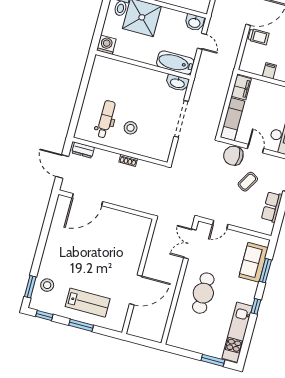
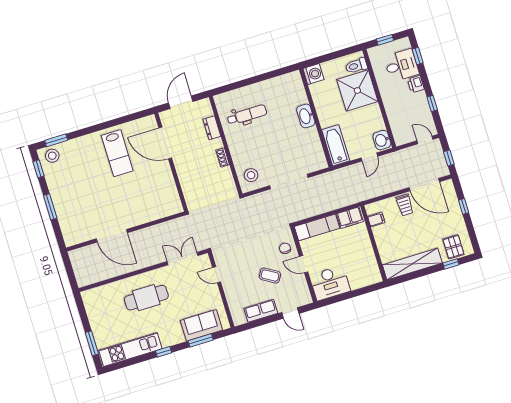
filing cabinet: (269, 71) -> (376, 219), moved
washbasin: (177, 83) -> (306, 116), moved
stool: (131, 128) -> (251, 175), moved
door: (256, 149) -> (304, 264), swing flipped
dresser: (83, 150) -> (212, 128), moved
chair: (233, 156) -> (285, 248), width x0.54, depth x0.54
stool: (47, 285) -> (52, 156), moved
lab bench: (88, 303) -> (117, 153), moved

